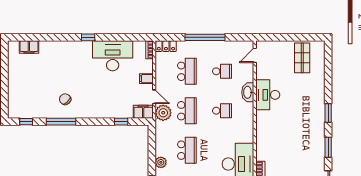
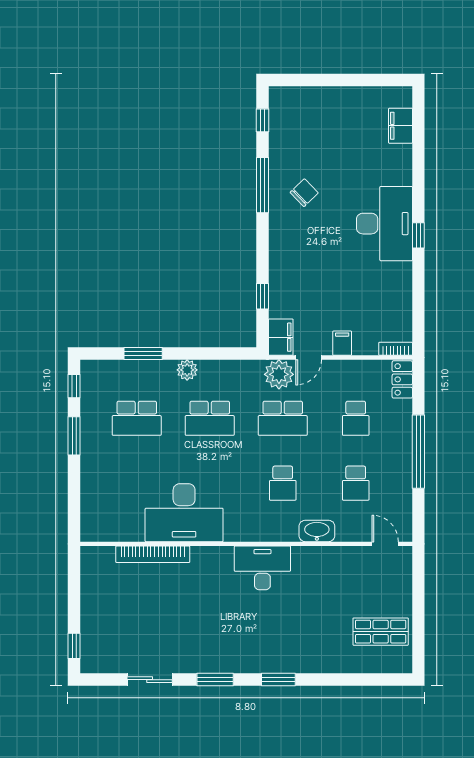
desk: (113, 56) -> (384, 224), moved
school desk: (187, 71) -> (356, 418), width x0.54
desk: (268, 95) -> (262, 568), moved

